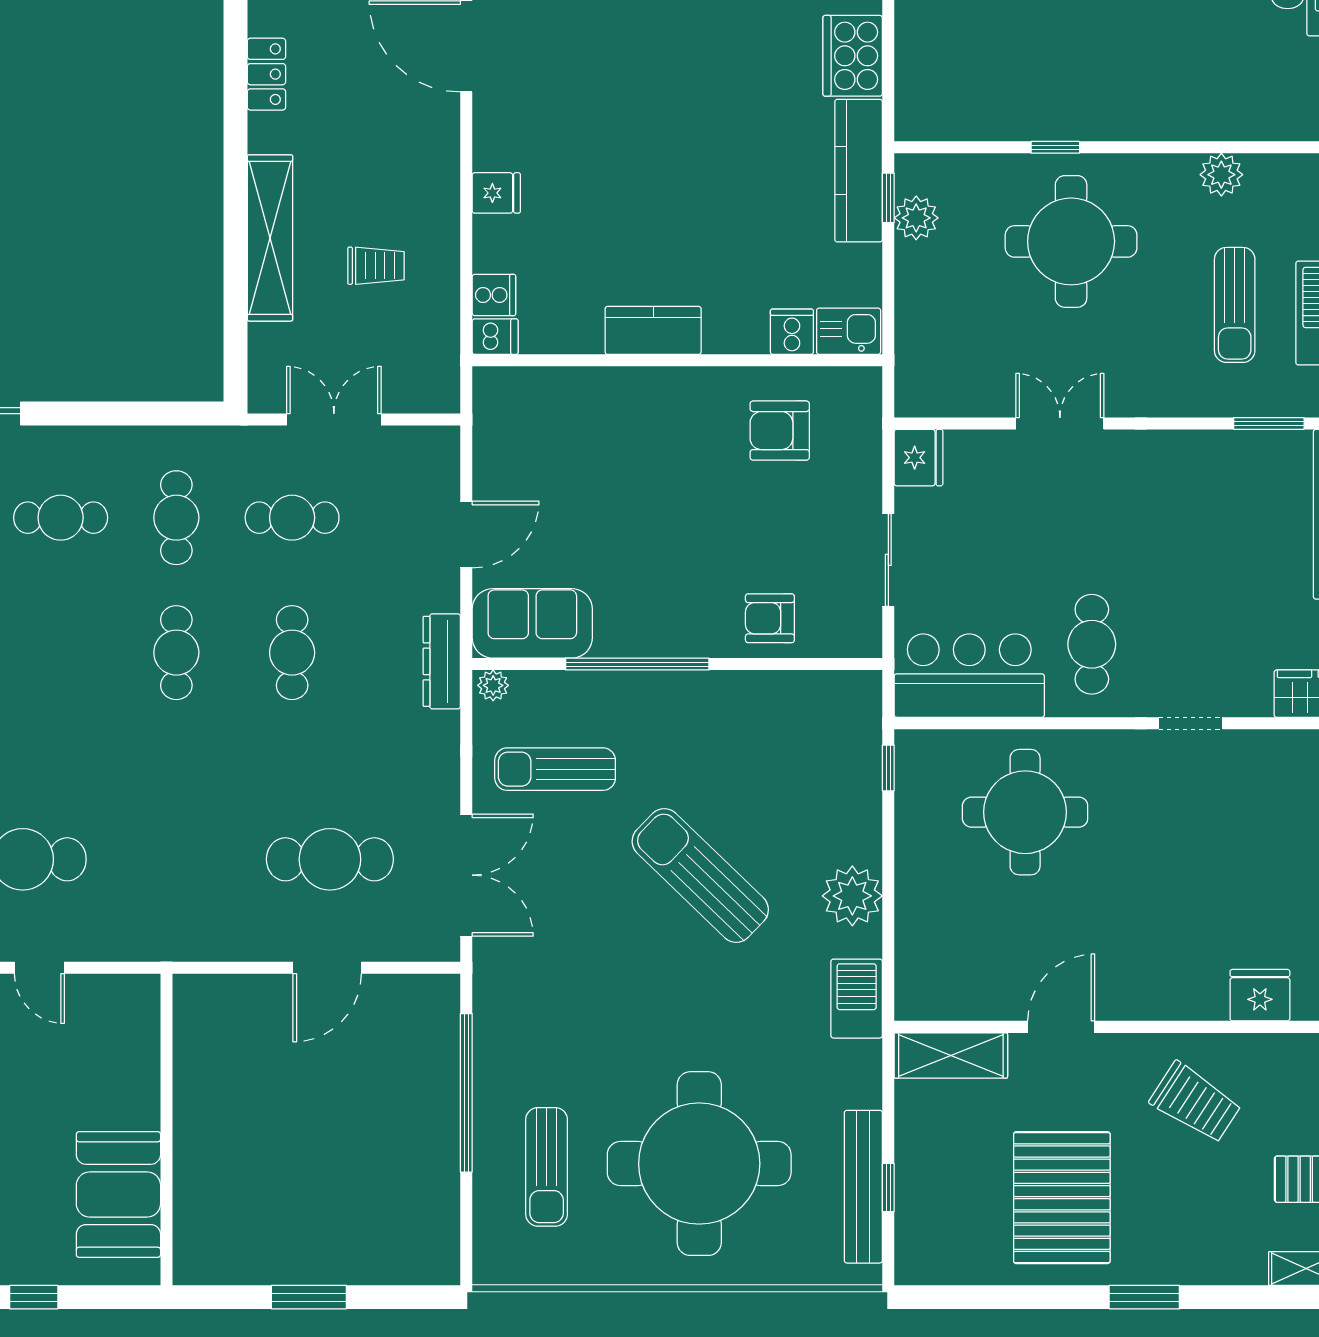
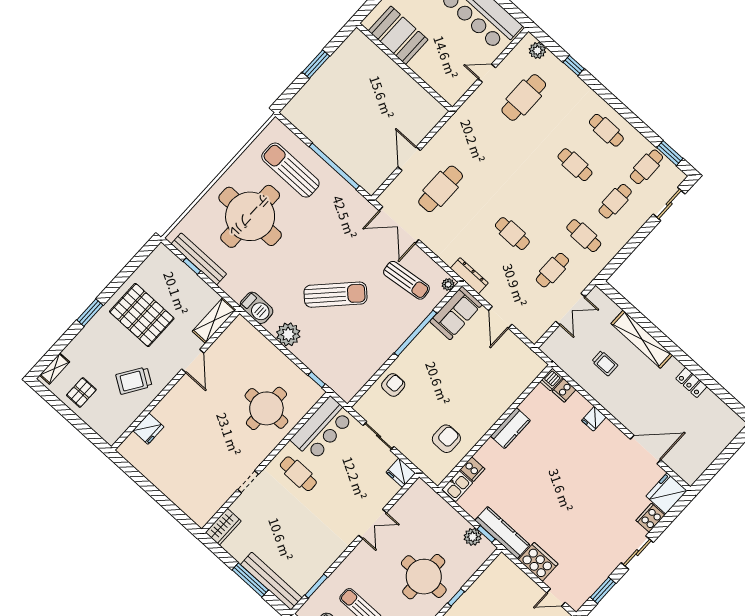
trolley: (376, 266) -> (605, 363), turned -90
cafe table: (176, 653) -> (575, 165), moved
sun lounger: (555, 769) -> (406, 280), turned 83
sun lounger: (547, 1167) -> (290, 170), width x1.36, depth x1.34

